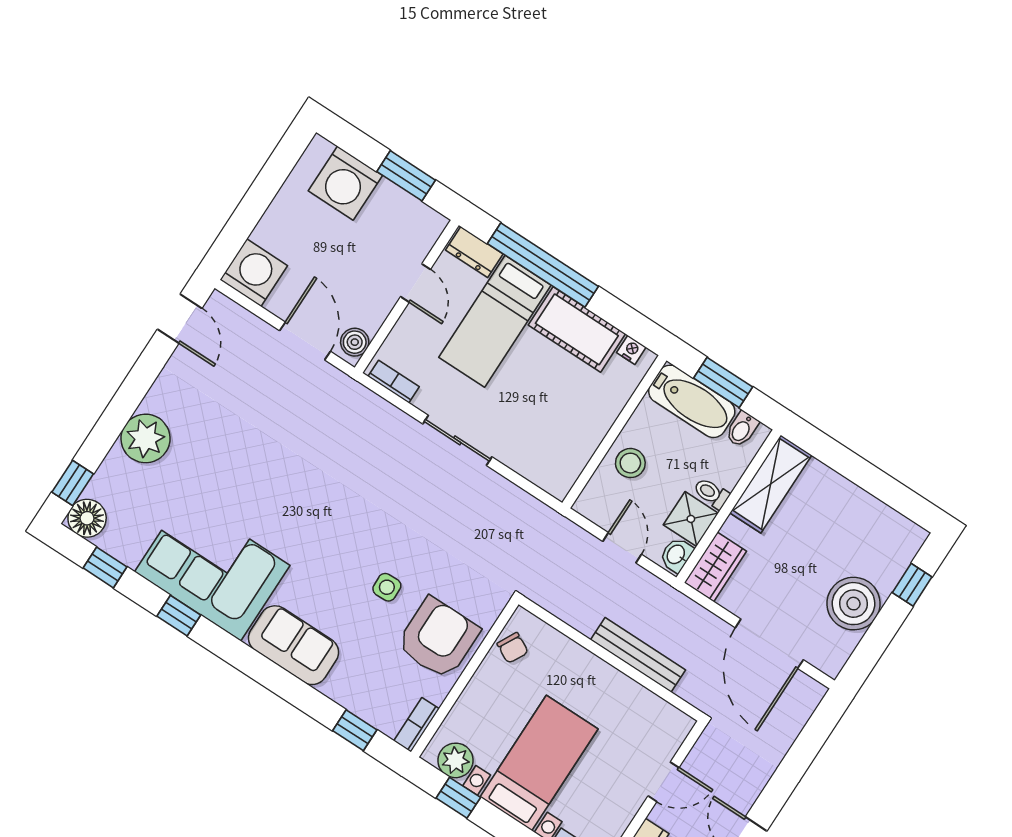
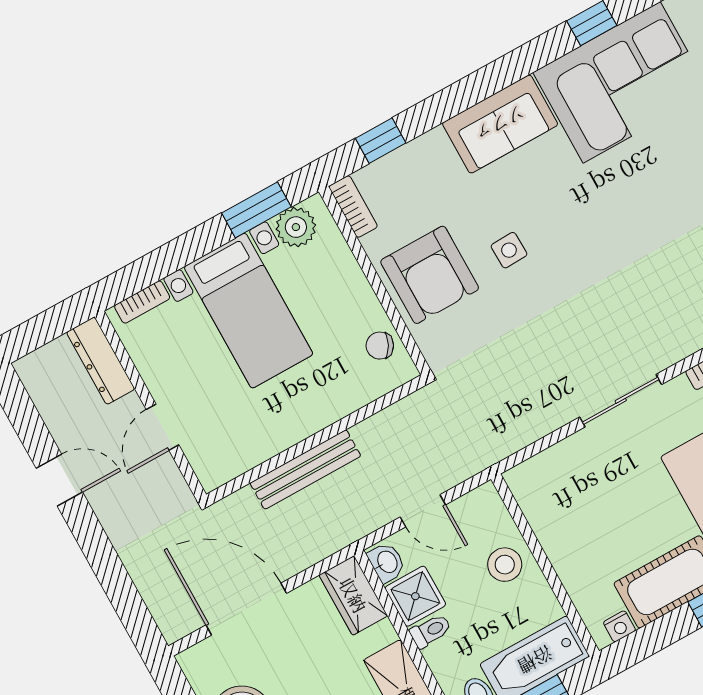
window: (458, 798) -> (256, 210), width x1.50

